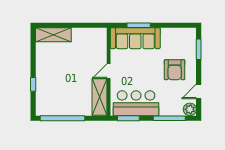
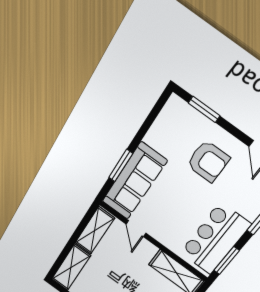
shelving: (89, 34) -> (95, 231), added
door: (109, 71) -> (136, 229), moved

